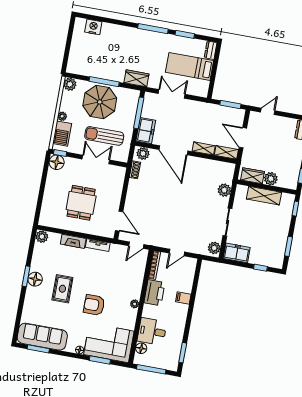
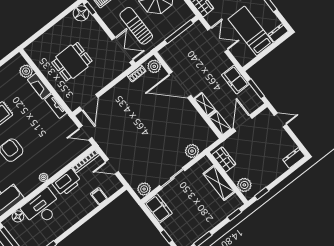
freezer: (146, 131) -> (235, 80), moved, turned 90
door: (173, 150) -> (180, 85), hinge flipped
double door: (96, 160) -> (122, 50), moved
plant: (271, 179) -> (244, 185), moved
plant: (42, 237) -> (26, 71), moved
filing cabinet: (183, 298) -> (99, 196), moved
desk: (152, 331) -> (42, 208), width x1.37

